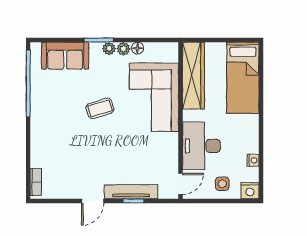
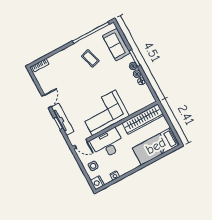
corner sofa: (154, 97) -> (104, 113), moved
coffee table: (100, 108) -> (90, 58), moved
door: (93, 201) -> (46, 101), swing flipped

